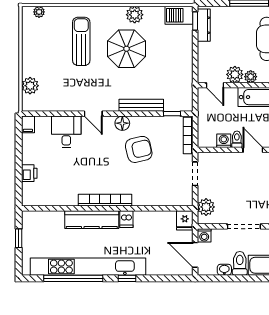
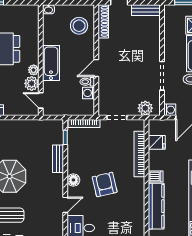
door: (215, 85) -> (41, 100), swing flipped
bench: (141, 105) -> (58, 159), width x0.73
armchair: (139, 149) -> (105, 185), moved
bookcase: (105, 200) -> (139, 154), moved
fridge: (185, 220) -> (157, 142), moved

